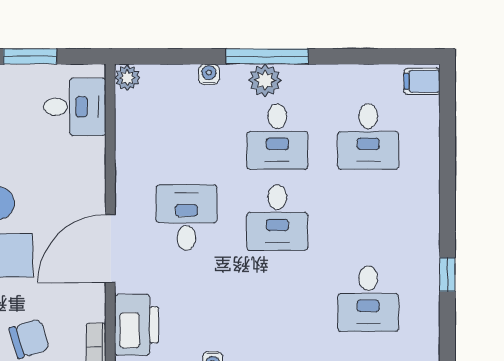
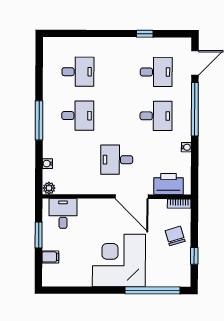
water cooler: (209, 74) -> (47, 164), moved
plant: (265, 80) -> (50, 121), removed
filing cabinet: (422, 81) -> (51, 46), removed
desk: (277, 218) -> (156, 116), moved

